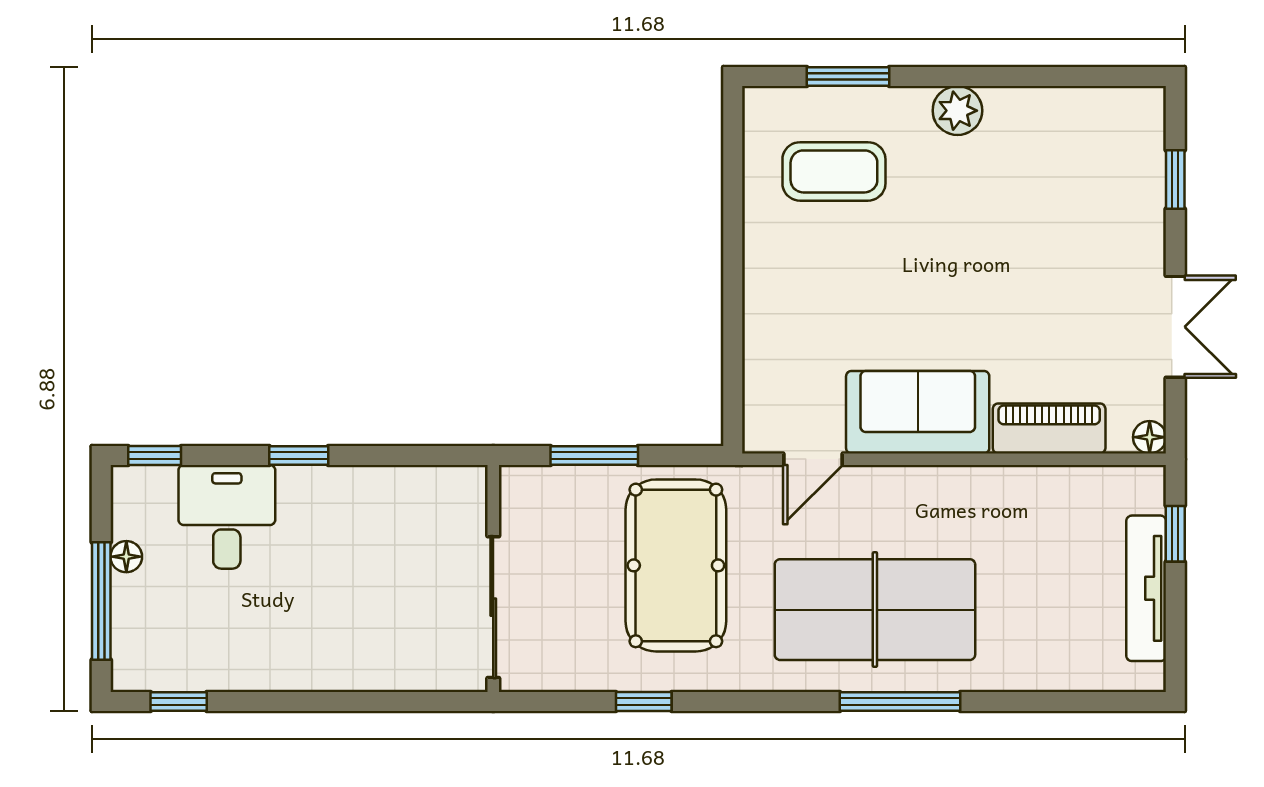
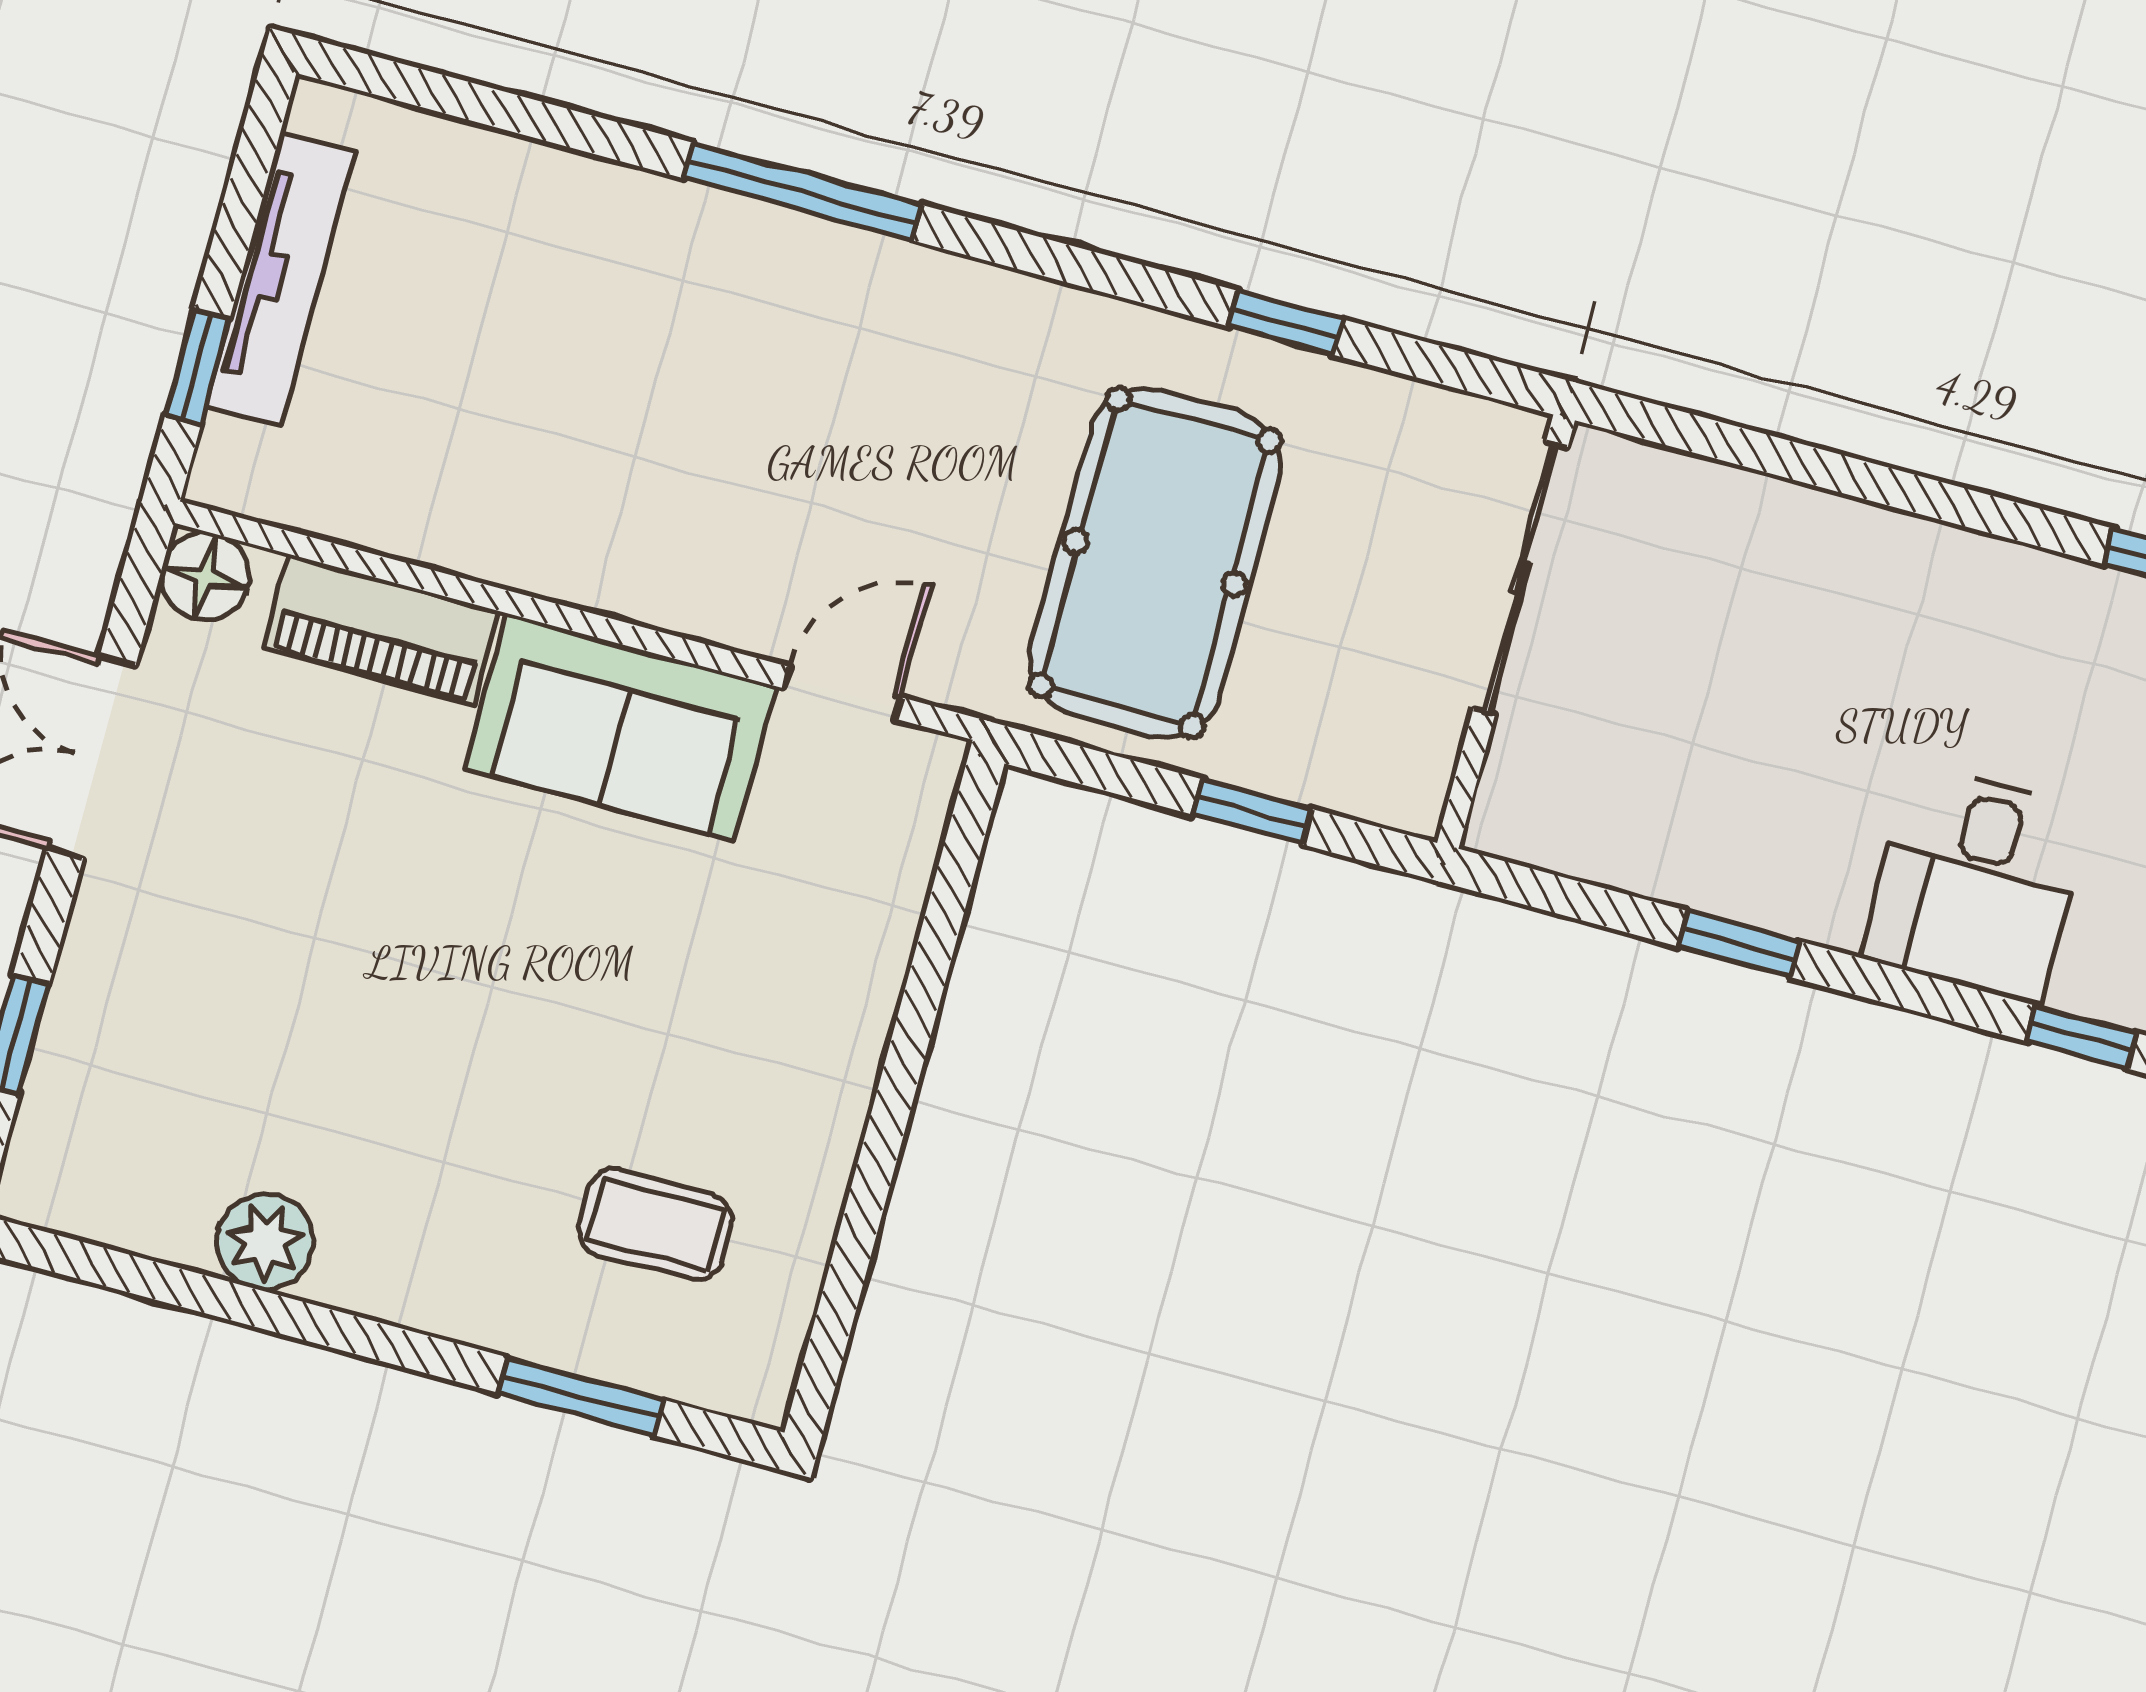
plant: (957, 111) -> (265, 1242), moved
coffee table: (834, 171) -> (655, 1224), width x0.73, depth x0.77
floor lamp: (1150, 437) -> (205, 576), width x1.37, depth x1.37
window: (299, 455) -> (1738, 944), moved
window: (594, 455) -> (1252, 812), width x0.67
table tennis table: (875, 610) -> (802, 378), removed

